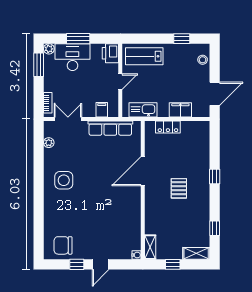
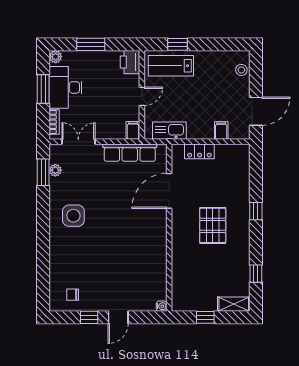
window: (182, 39) -> (177, 44), moved
desk: (72, 57) -> (66, 87), moved, turned -90
window: (39, 65) -> (43, 89), moved
filing cabinet: (102, 110) -> (133, 130), moved
filing cabinet: (180, 110) -> (221, 131), width x0.50
window: (39, 144) -> (43, 172), added
door: (143, 171) -> (169, 191), moved
pallet: (179, 188) -> (213, 225), width x1.50, depth x1.42
chair: (63, 245) -> (73, 295), width x0.54, depth x0.54
shelving: (150, 247) -> (178, 297), removed

